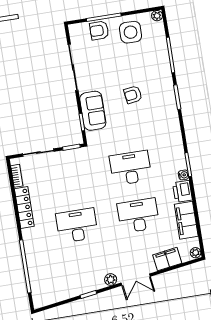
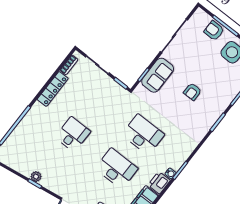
armchair: (133, 95) -> (192, 92), turned -82
desk: (77, 226) -> (73, 134), width x0.73
plant: (111, 280) -> (36, 177), moved

